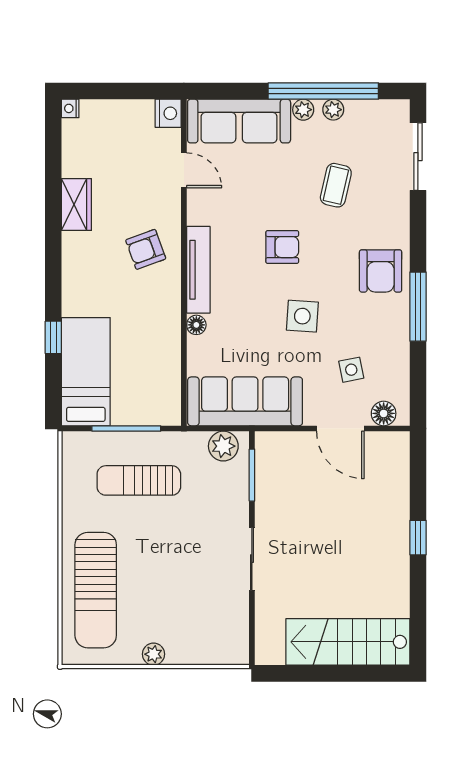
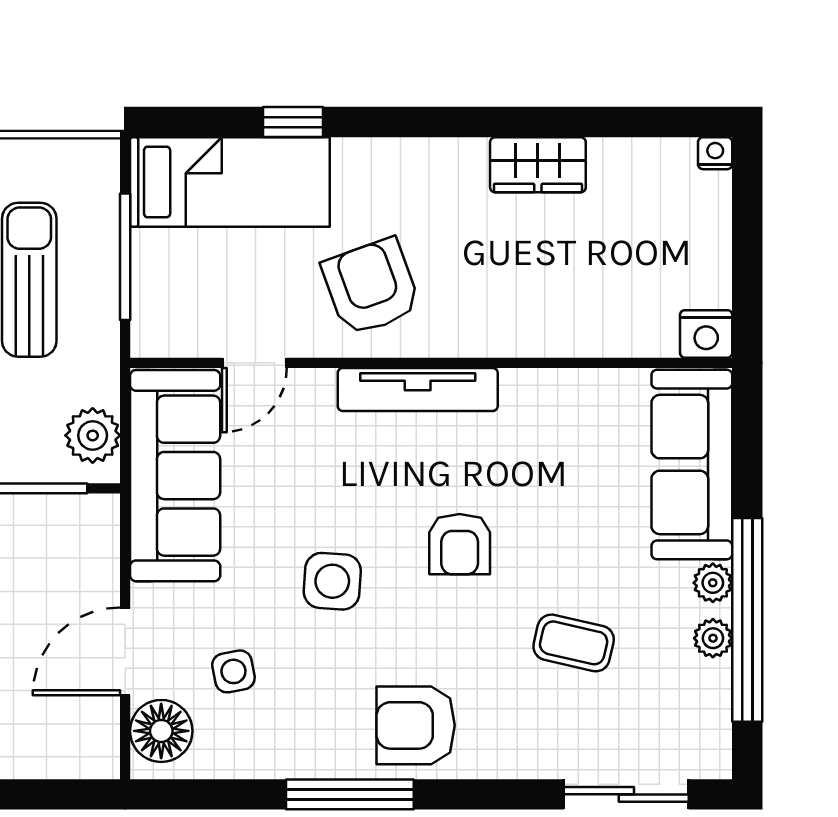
door: (184, 170) -> (254, 363), moved
armchair: (146, 249) -> (371, 287), moved, width x1.38, depth x1.38
floor lamp: (196, 325) -> (316, 386), removed
floor lamp: (384, 413) -> (161, 731), width x1.38, depth x1.38

